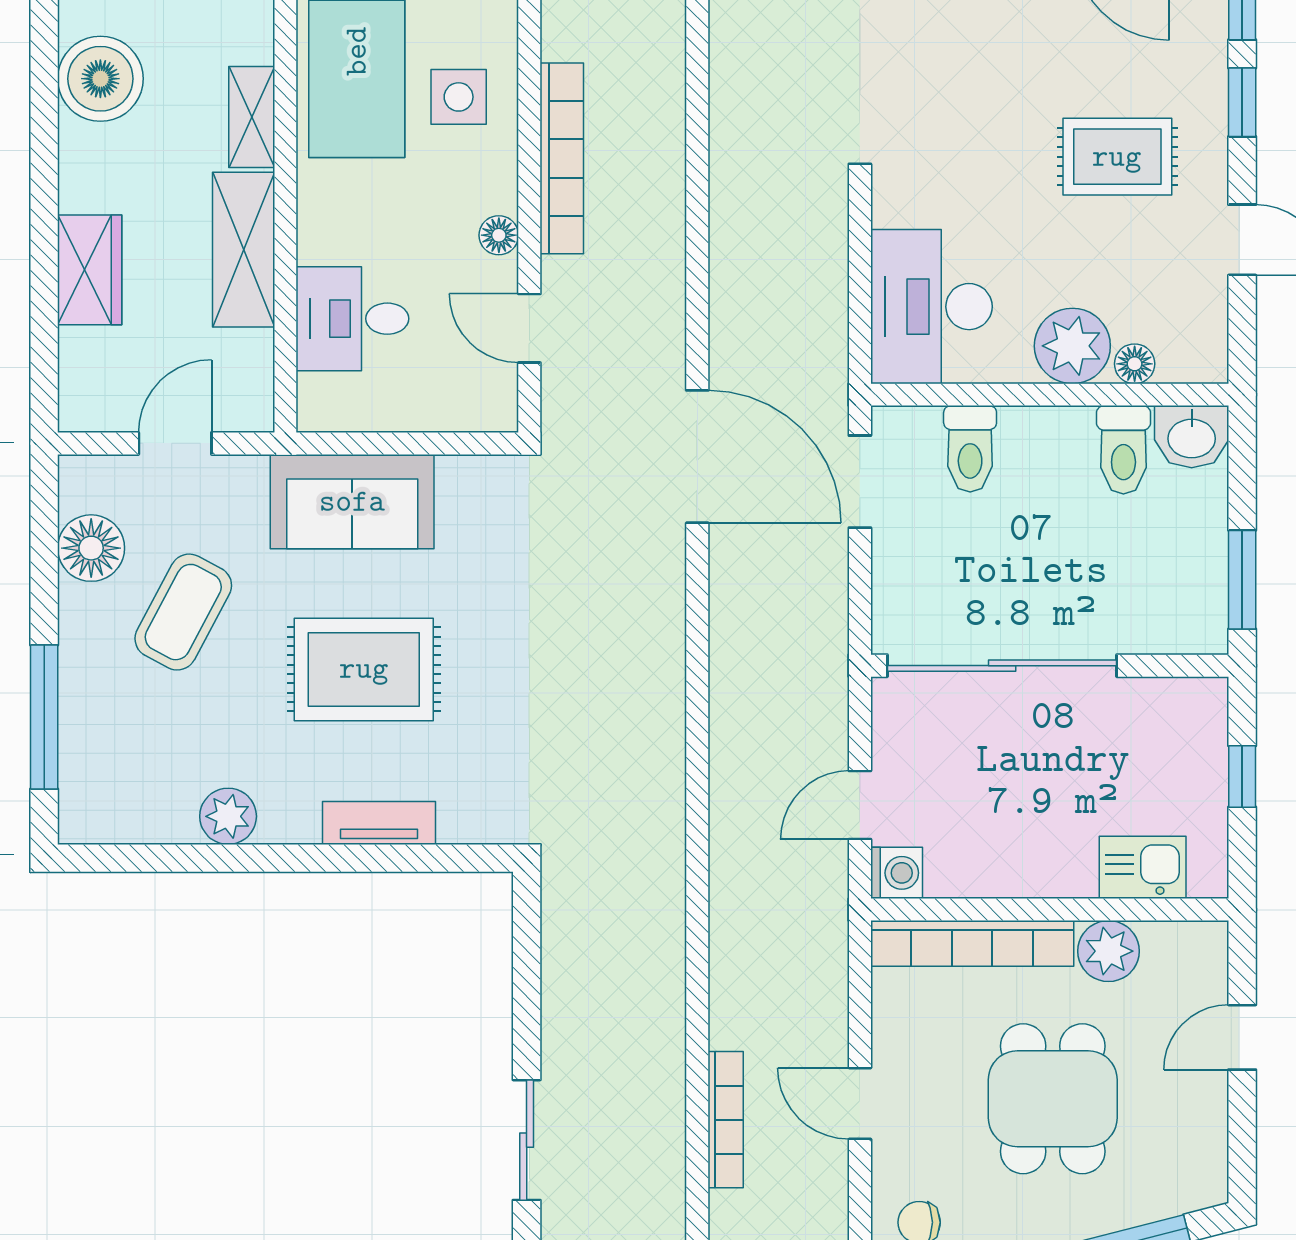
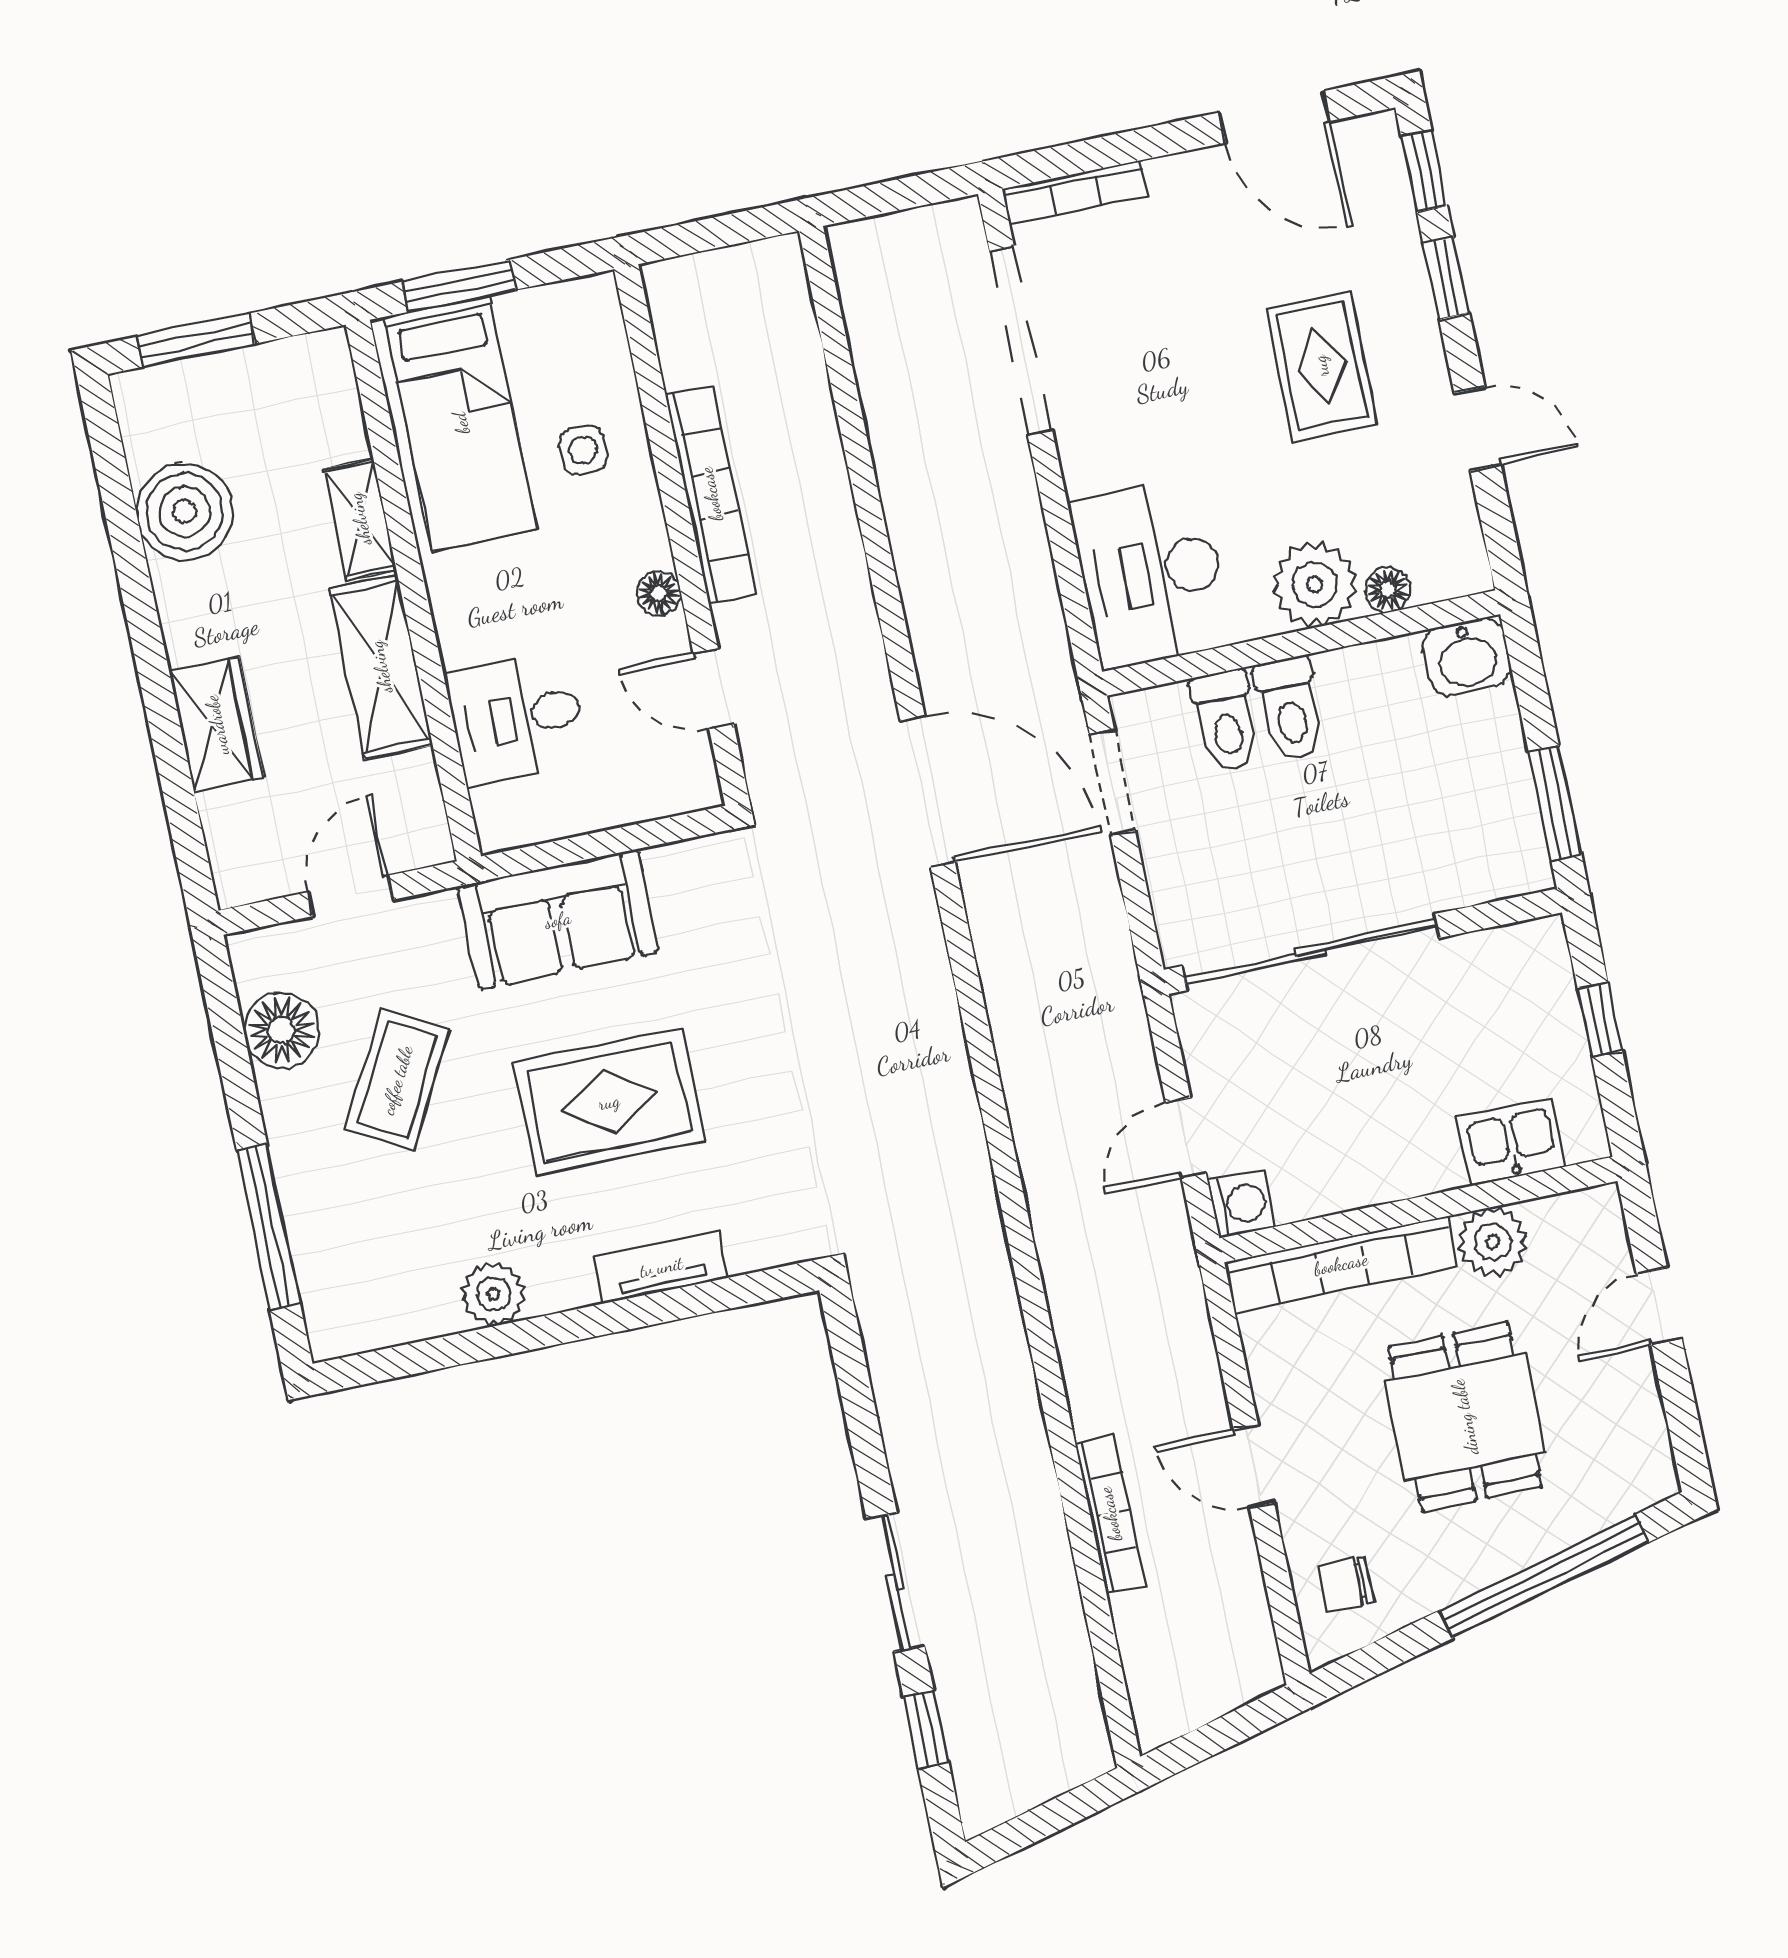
side table: (459, 97) -> (583, 450), width x0.73, depth x0.73
rug: (1117, 157) -> (1321, 366), turned 90
toilet: (1123, 450) -> (1289, 709), moved

